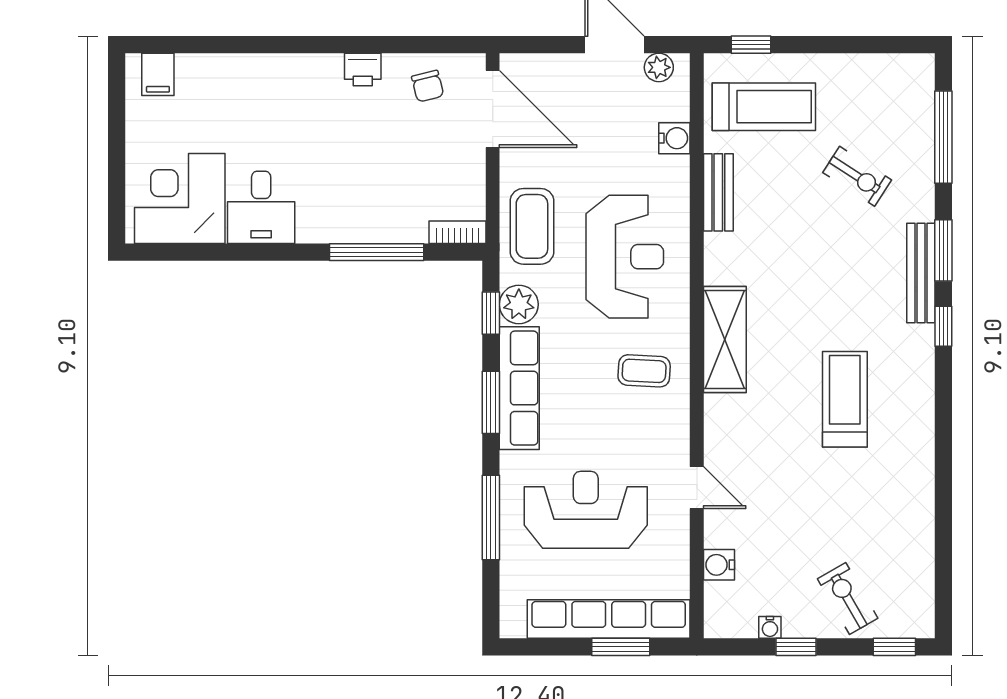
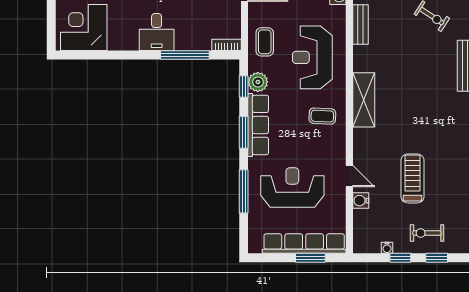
desk: (261, 207) -> (157, 32), moved
coffee table: (532, 226) -> (265, 42), width x0.73, depth x0.77
reception desk: (625, 257) -> (312, 57), turned 180
treadmill: (845, 399) -> (413, 178), moved
water cooler: (719, 565) -> (361, 201), moved
exercise bike: (848, 598) -> (427, 233), turned -60
window: (894, 647) -> (437, 258), moved

